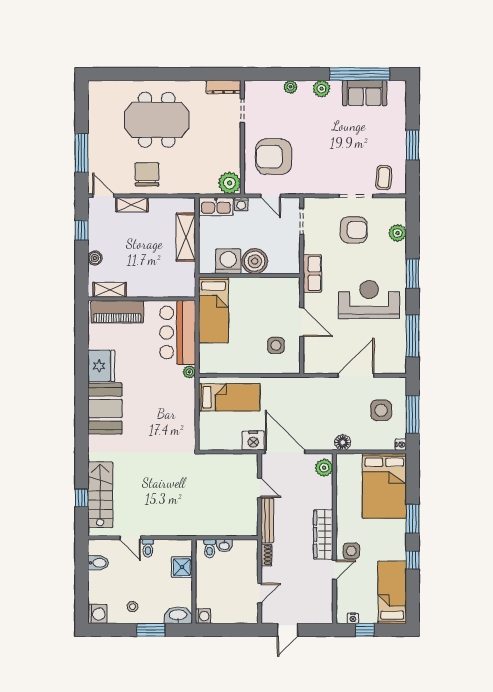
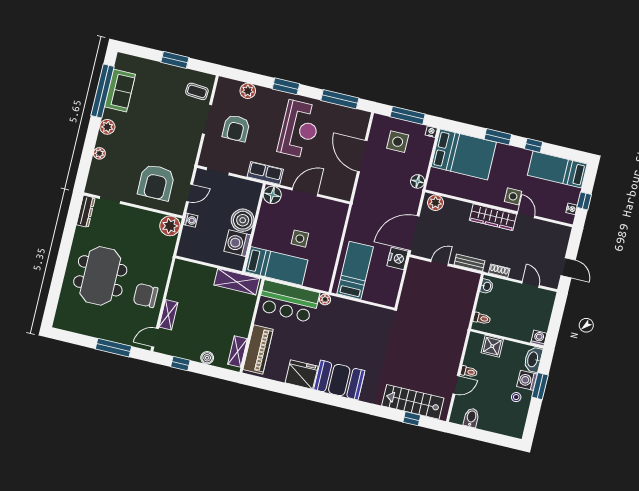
kitchen sink: (216, 206) -> (187, 243), removed
armchair: (354, 230) -> (236, 128), turned 180
shelving: (186, 237) -> (237, 282), moved
floor lamp: (290, 287) -> (272, 195), added
reception desk: (369, 299) -> (299, 129), turned 180
side table: (276, 345) -> (300, 239), moved
bench: (267, 521) -> (470, 263), width x0.73
washbasin: (224, 546) -> (487, 286), moved
washing machine: (97, 614) -> (527, 380), moved, turned -90

